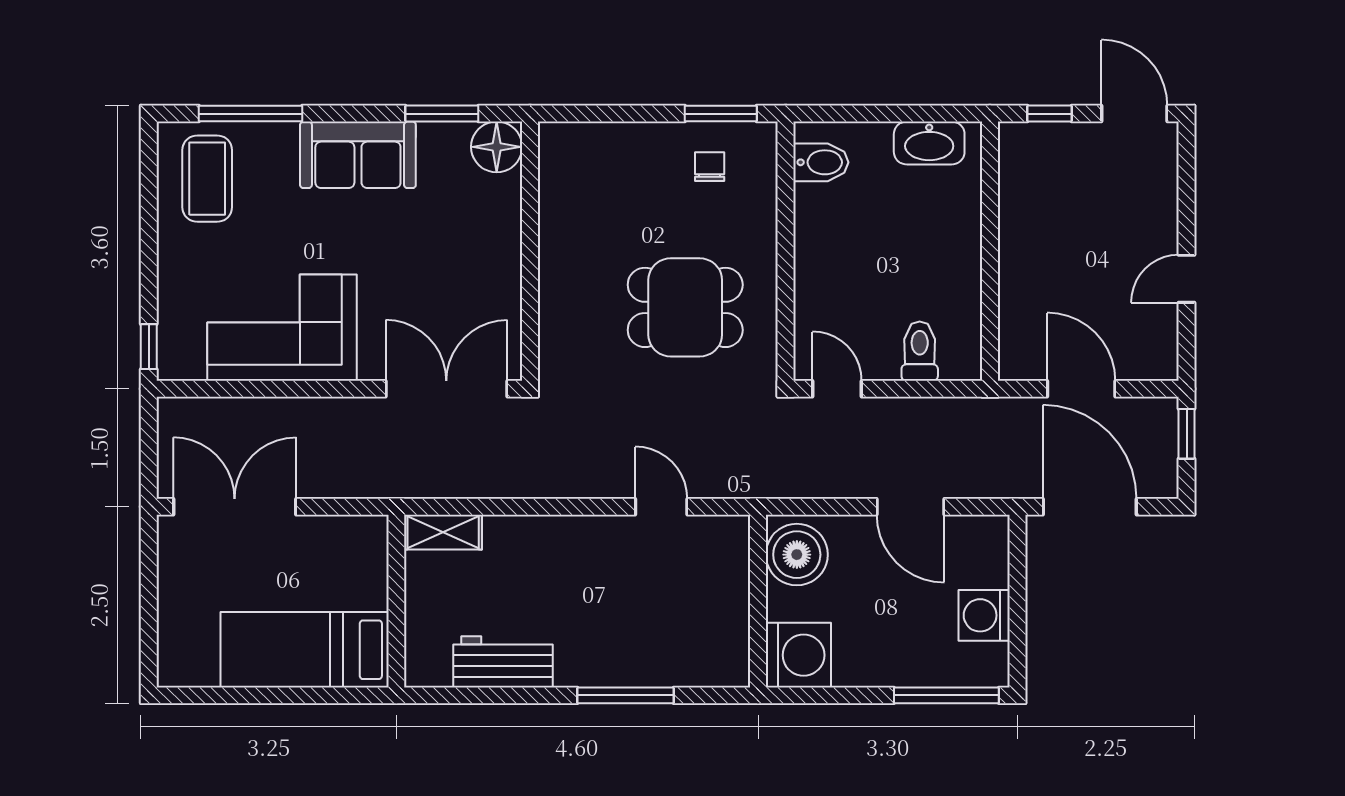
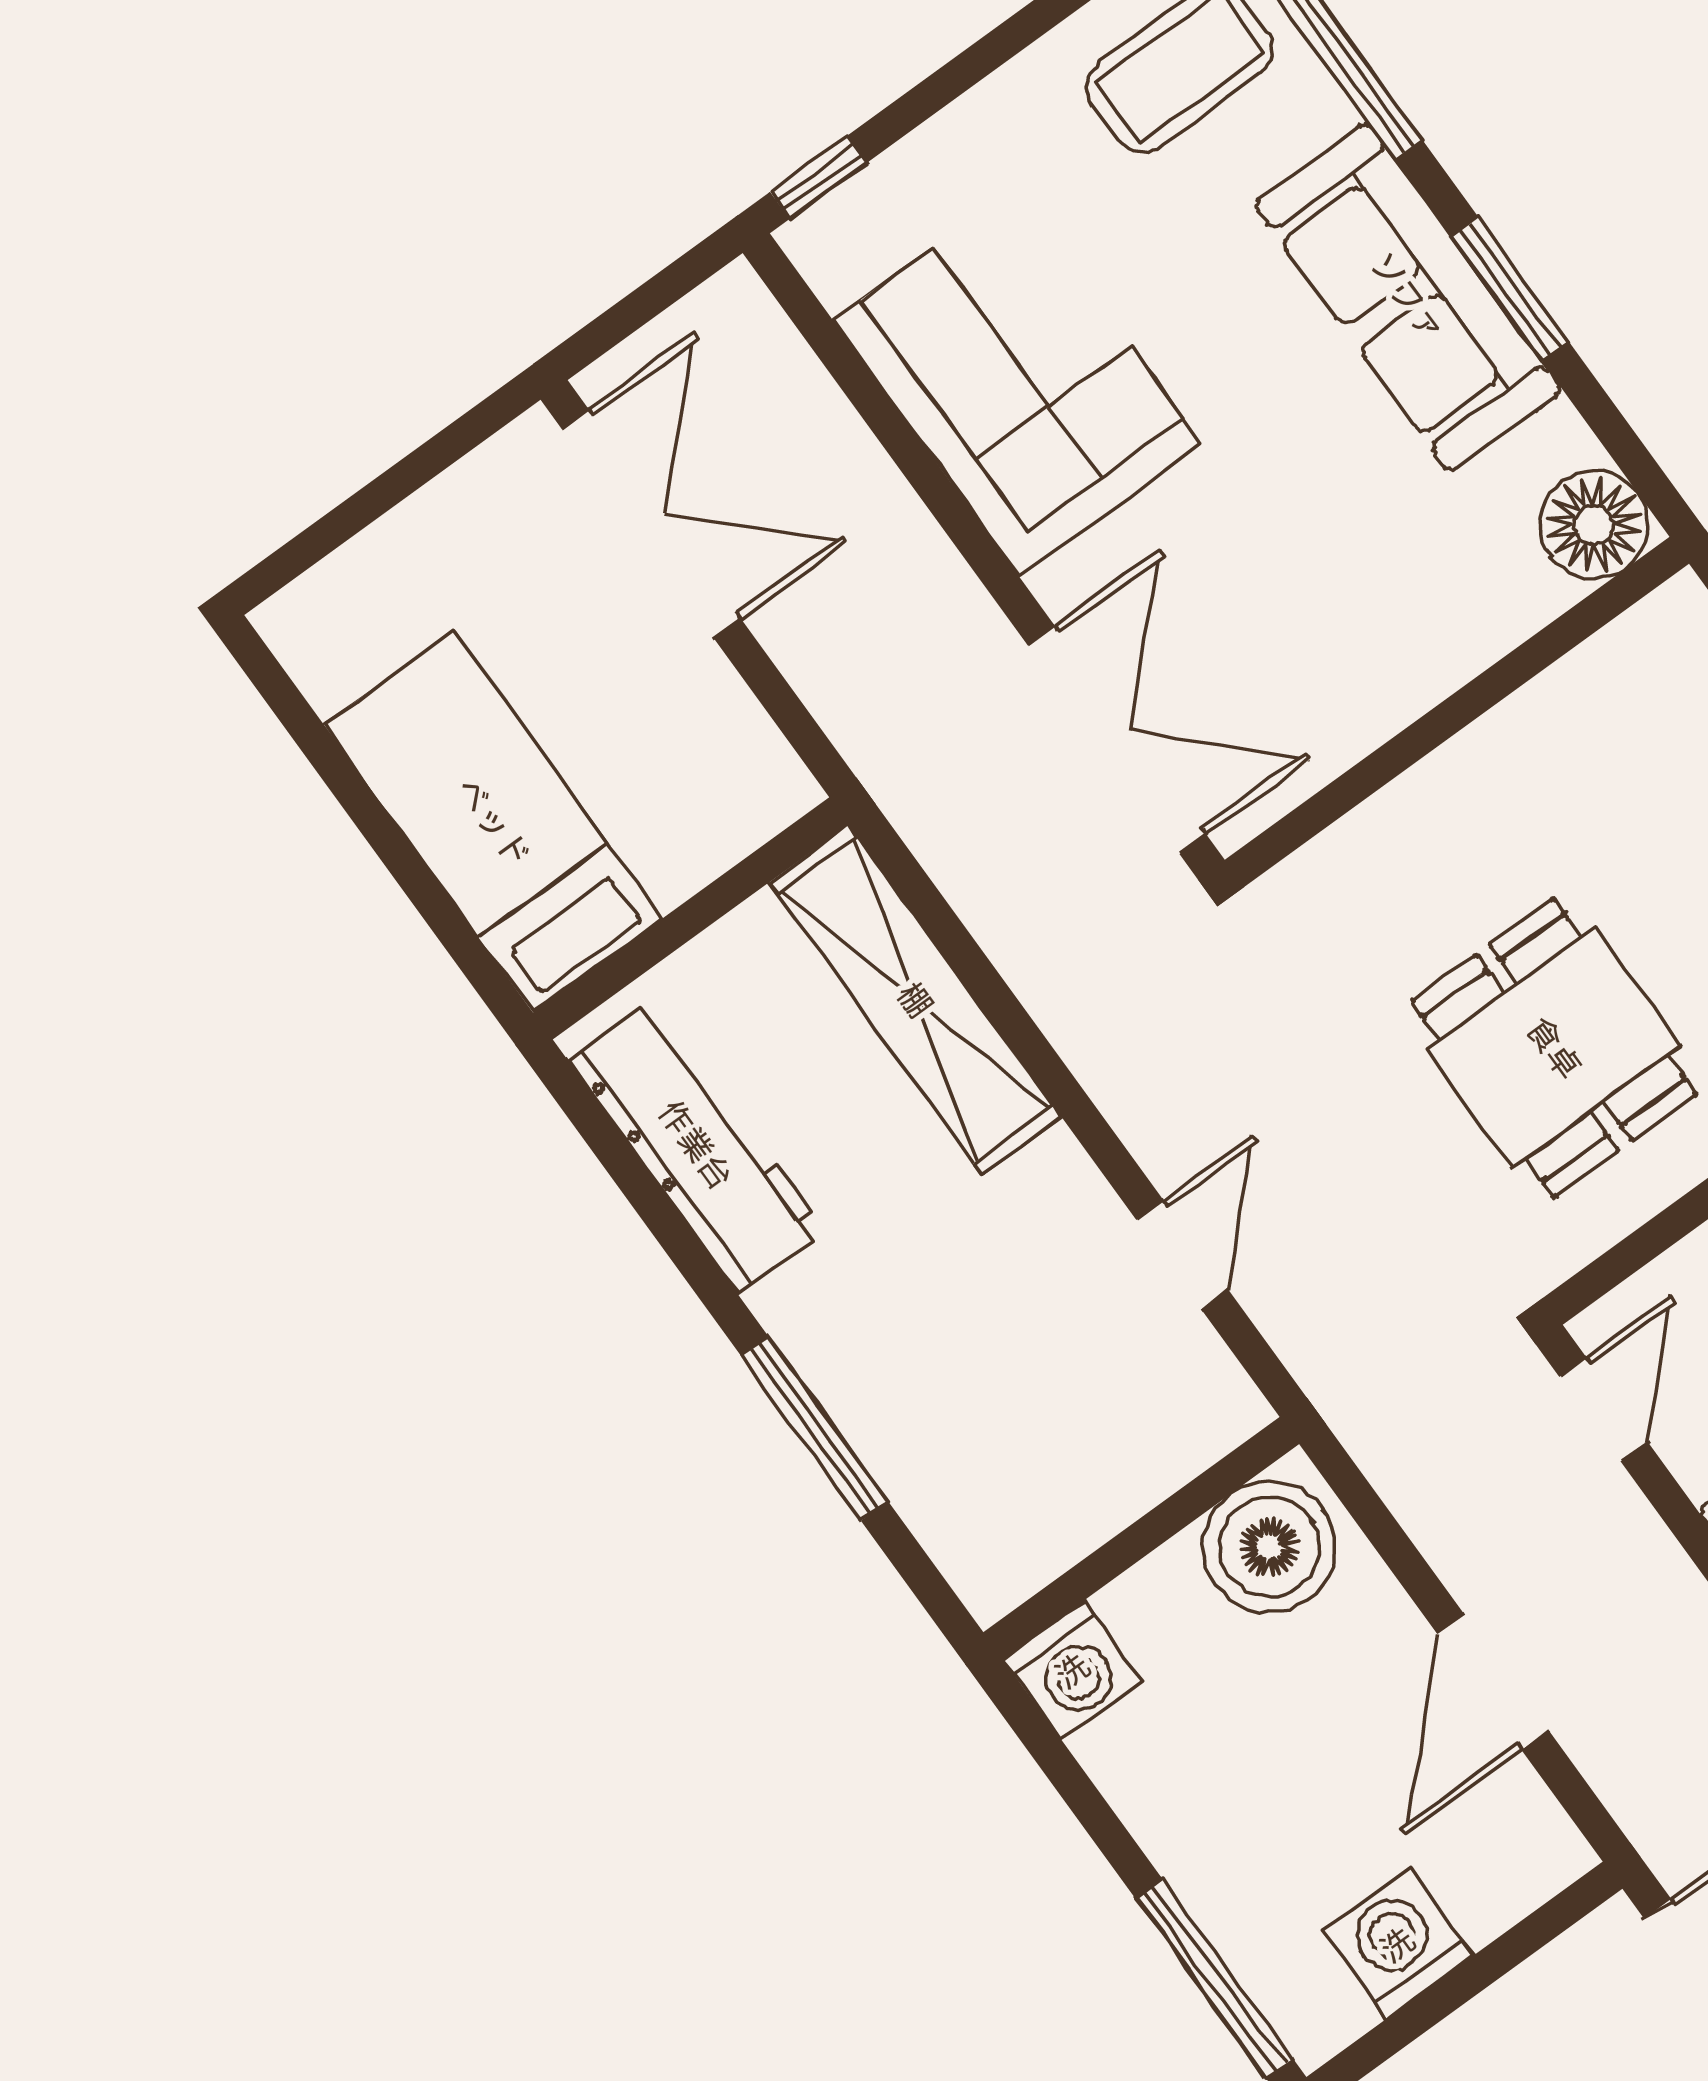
window: (442, 114) -> (1510, 289), moved
sofa: (358, 155) -> (1408, 297), width x1.36
shelving: (443, 532) -> (915, 1000), width x2.20, depth x1.33
washing machine: (798, 655) -> (1073, 1670), width x0.73, depth x0.73
workbench: (503, 662) -> (696, 1145), width x1.38

